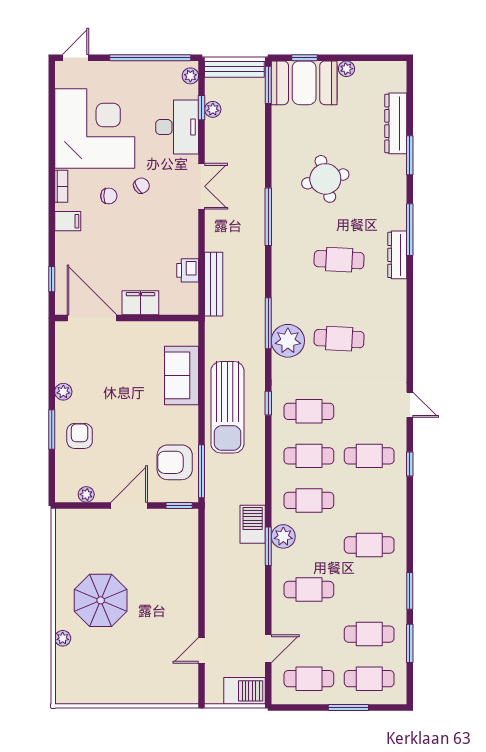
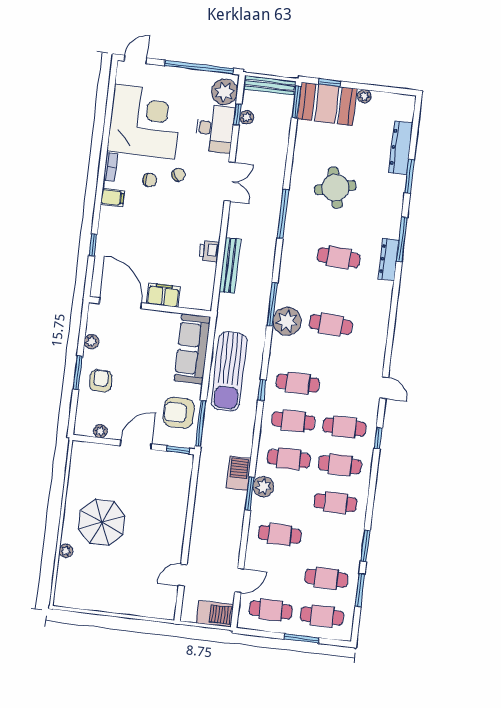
plant: (190, 76) -> (224, 92), width x1.87, depth x1.87
filing cabinet: (140, 303) -> (163, 295), moved
door: (92, 318) -> (121, 303), moved
wall: (127, 318) -> (150, 307), moved
sofa: (182, 375) -> (192, 349), width x1.36
window: (268, 403) -> (262, 390), moved
cafe table: (369, 500) -> (340, 465), added

